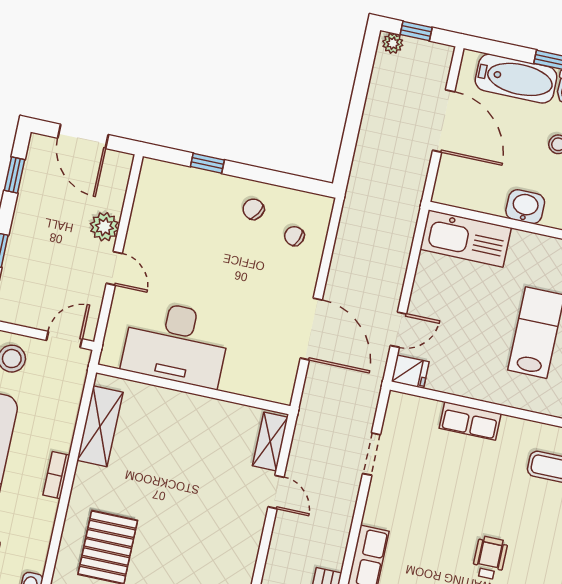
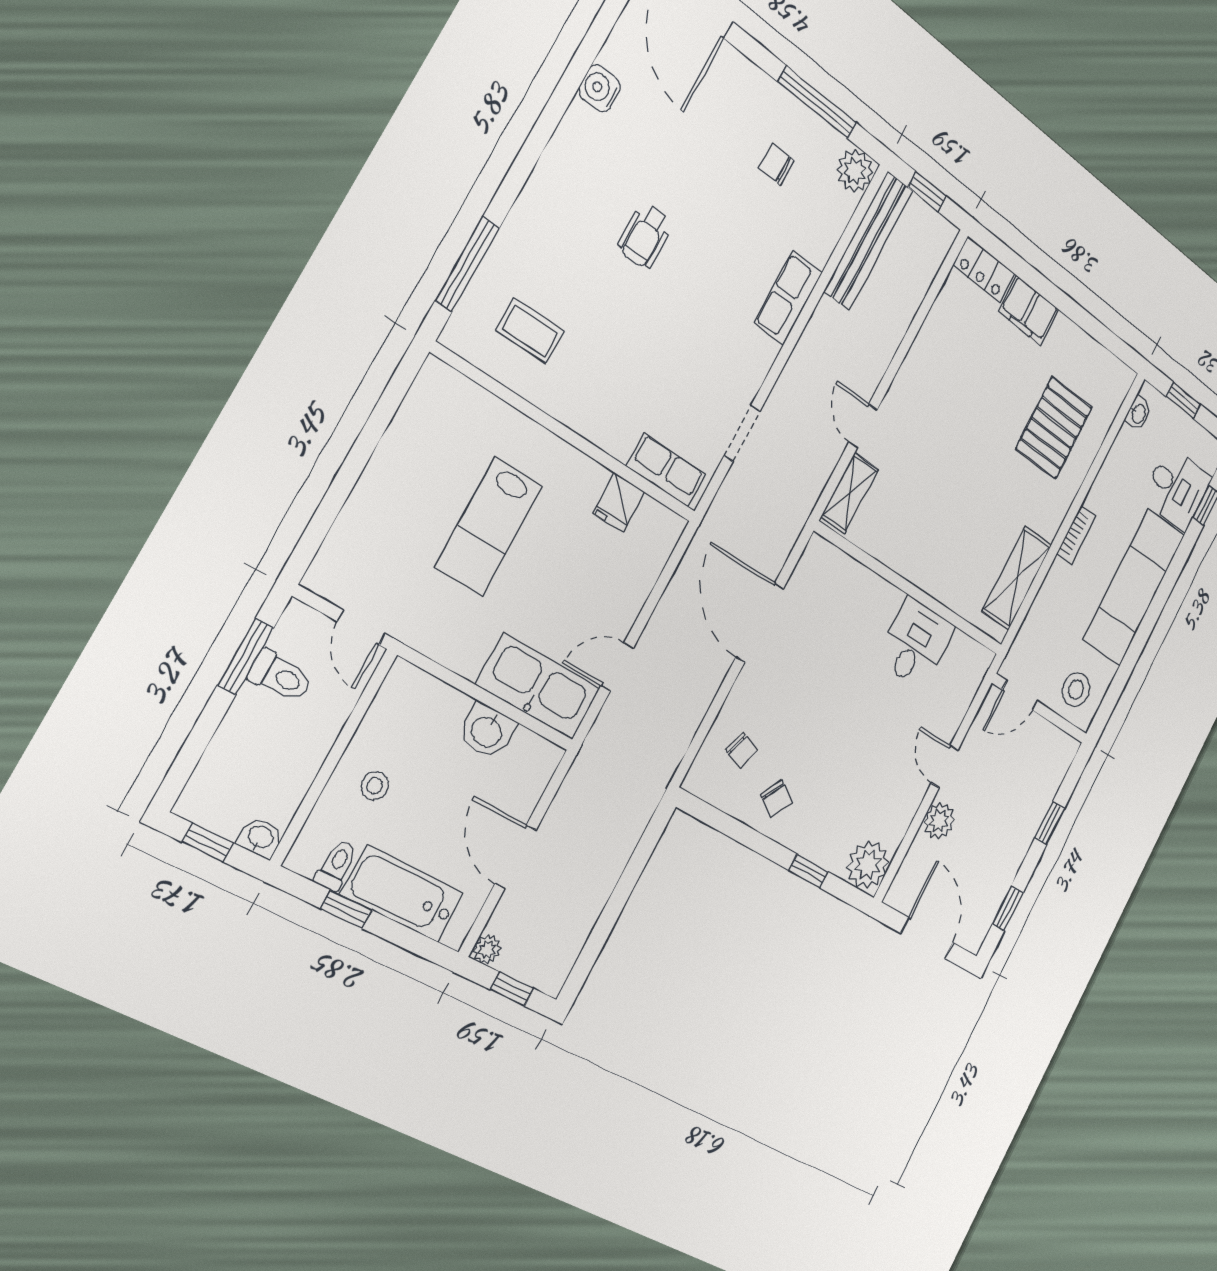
plant: (393, 43) -> (487, 949), moved
door: (444, 121) -> (516, 857), width x0.73
plant: (157, 179) -> (868, 865), added
washbasin: (525, 207) -> (487, 731), moved
door: (398, 330) -> (617, 667), moved
desk: (176, 343) -> (915, 643), width x0.53, depth x0.77
fridge: (410, 372) -> (619, 503), moved, turned -90
row of seats: (470, 421) -> (666, 470), moved

